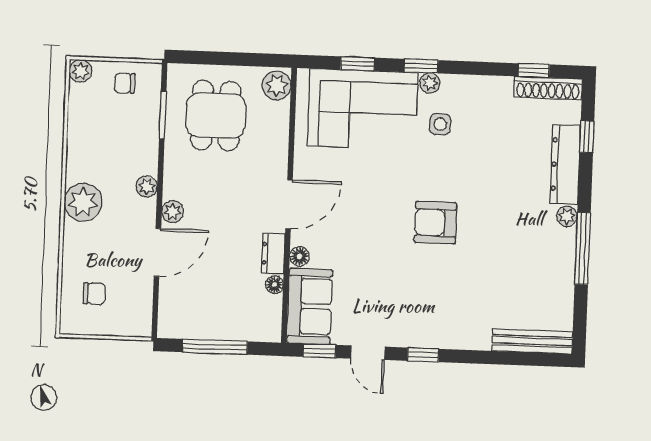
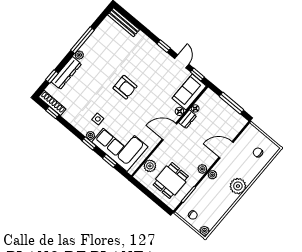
plant: (277, 86) -> (150, 166), moved
plant: (173, 211) -> (202, 169), moved

